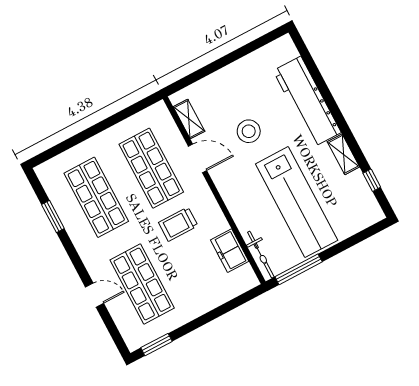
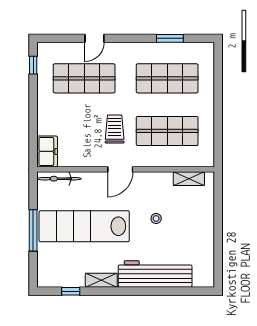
stool: (249, 131) -> (156, 218), width x0.53, depth x0.53
door: (197, 158) -> (120, 169), moved
freezer: (230, 251) -> (47, 151), moved, turned 90
window: (299, 269) -> (33, 230), moved
window: (156, 345) -> (33, 65), width x0.67

